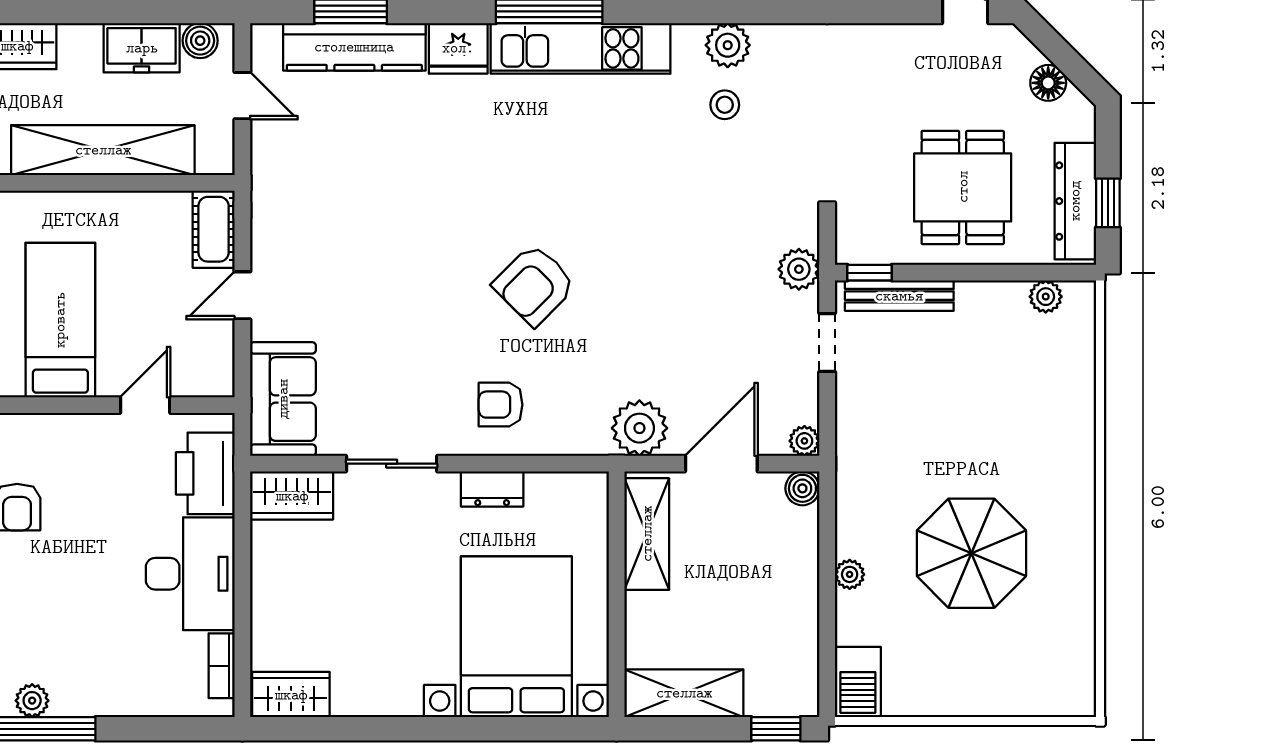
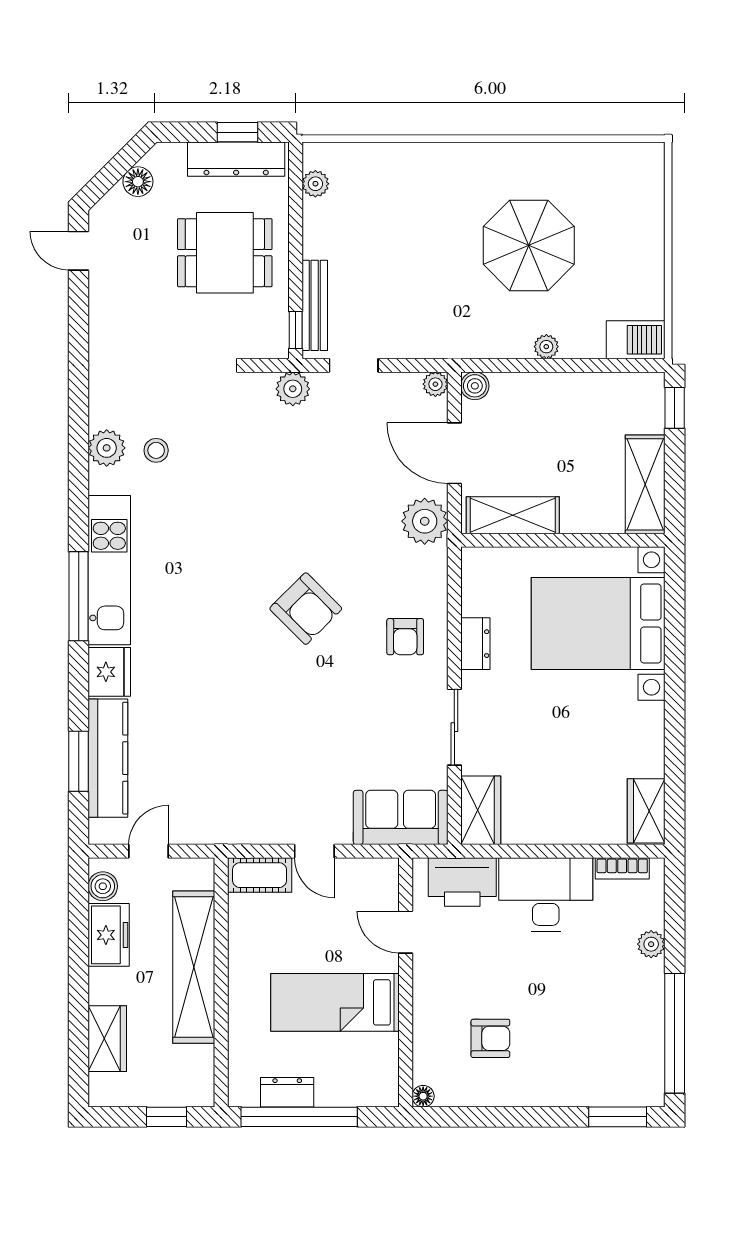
plant: (32, 701) -> (651, 944), moved

